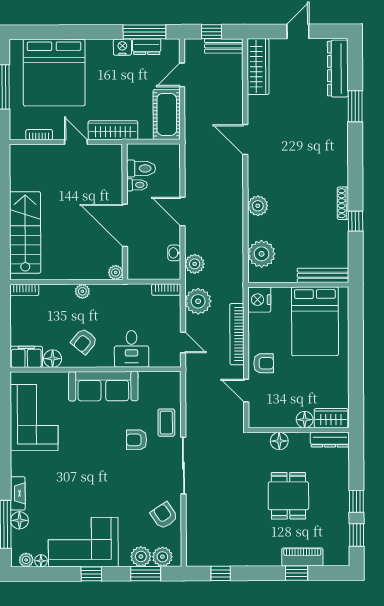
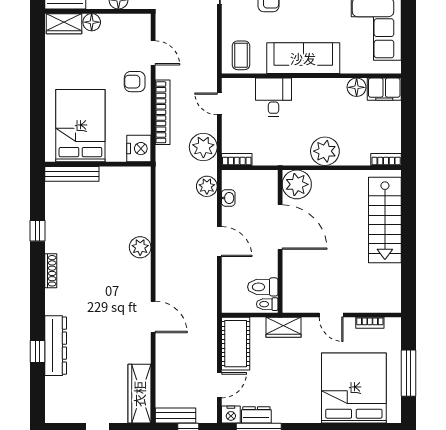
nightstand: (122, 47) -> (231, 415), moved
dresser: (338, 69) -> (56, 346), moved
window: (355, 106) -> (37, 351), width x0.67
wardrobe: (113, 130) -> (284, 327), width x0.67
toilet: (137, 185) -> (267, 304), moved
shoe rack: (343, 203) -> (51, 271), moved
plant: (262, 254) -> (136, 197), removed
plant: (116, 272) -> (297, 184), width x1.88, depth x1.88
plant: (82, 291) -> (325, 151), width x1.88, depth x1.88
armchair: (84, 341) -> (323, 105), removed
coffee table: (166, 423) -> (241, 55), moved

